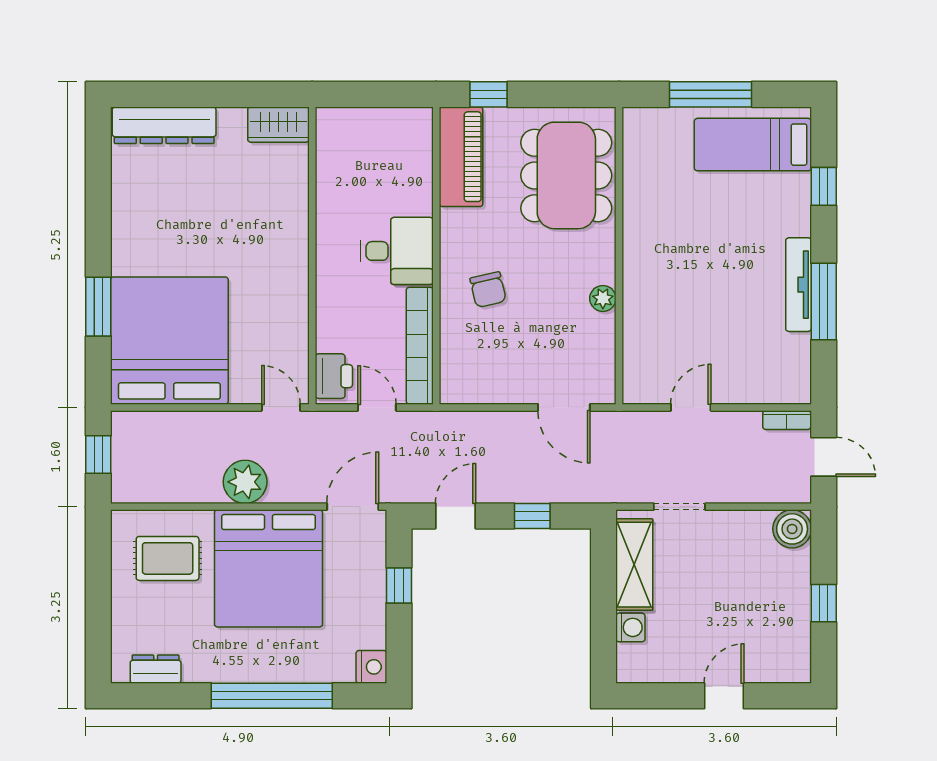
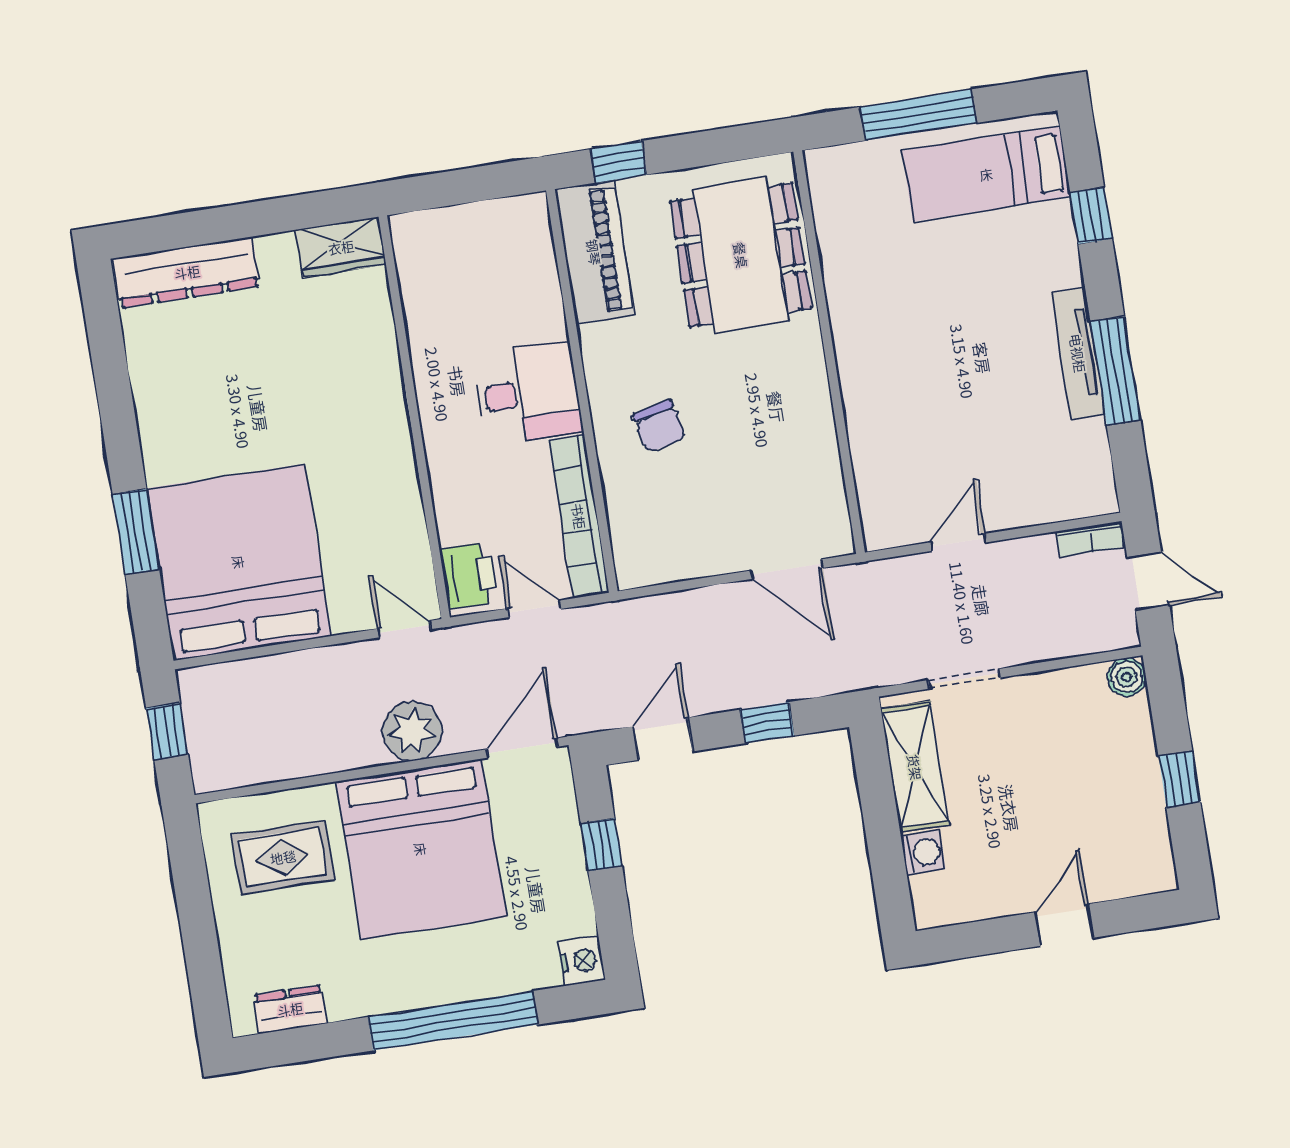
plant: (603, 298) -> (816, 414), removed
plant: (245, 482) -> (412, 731), moved
boiler: (792, 529) -> (1127, 677), width x0.73, depth x0.73

